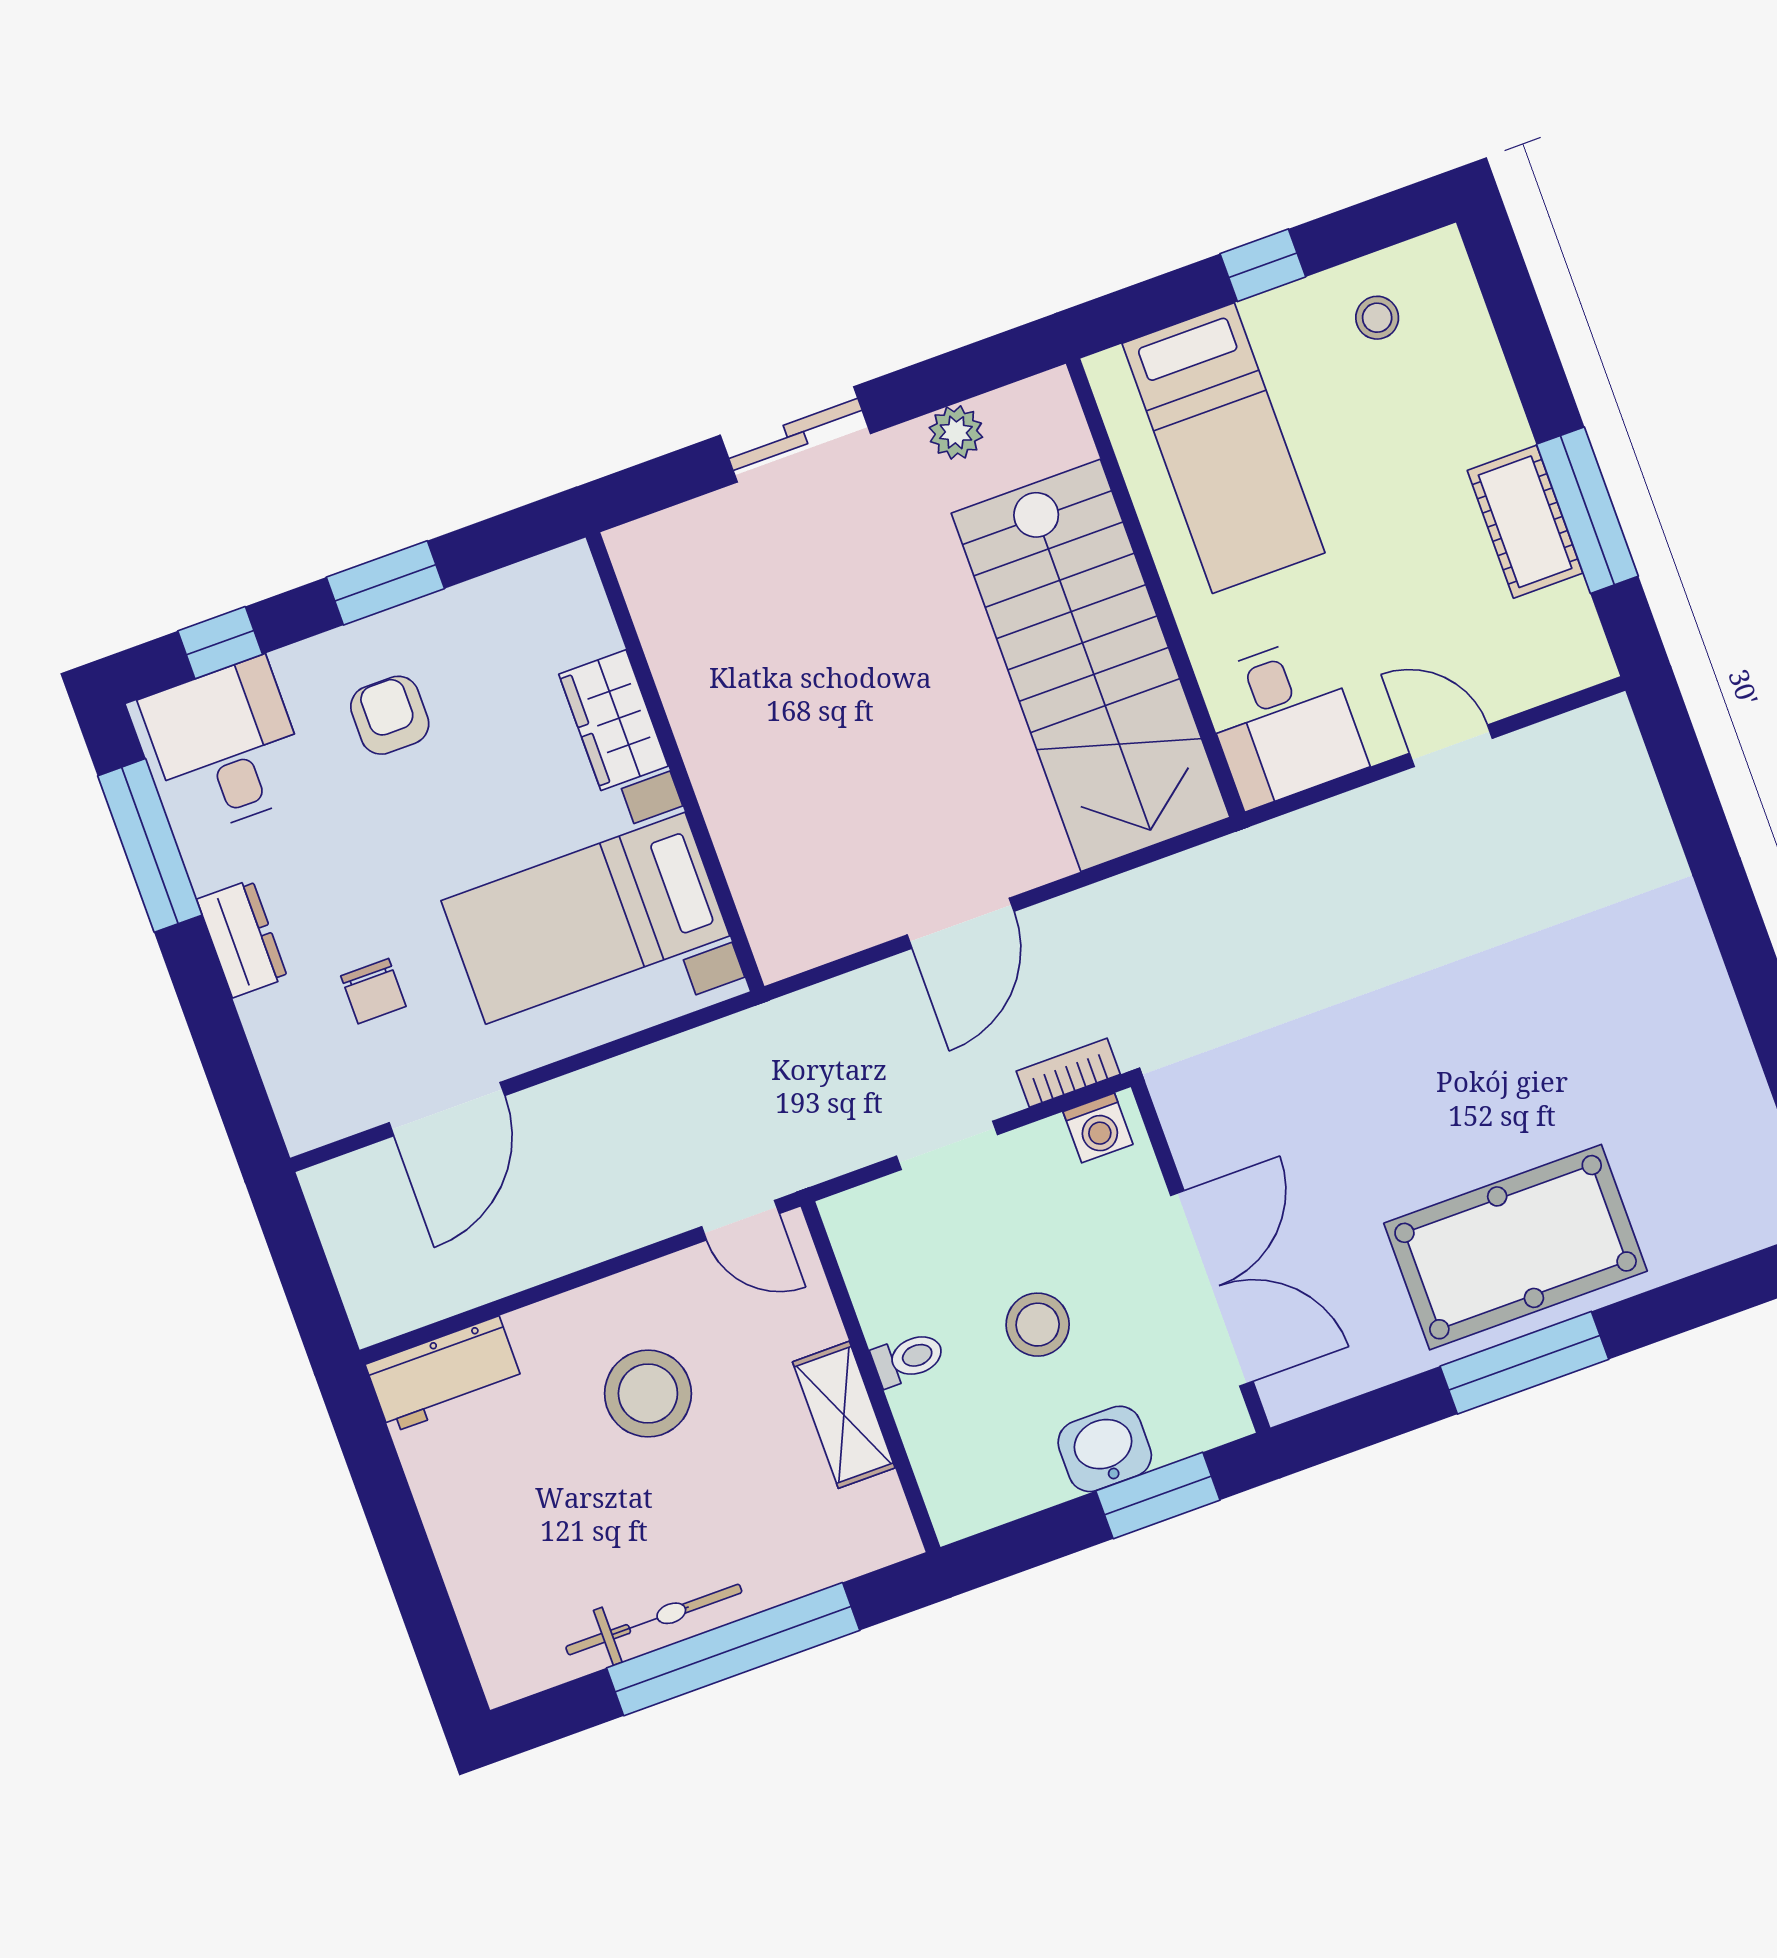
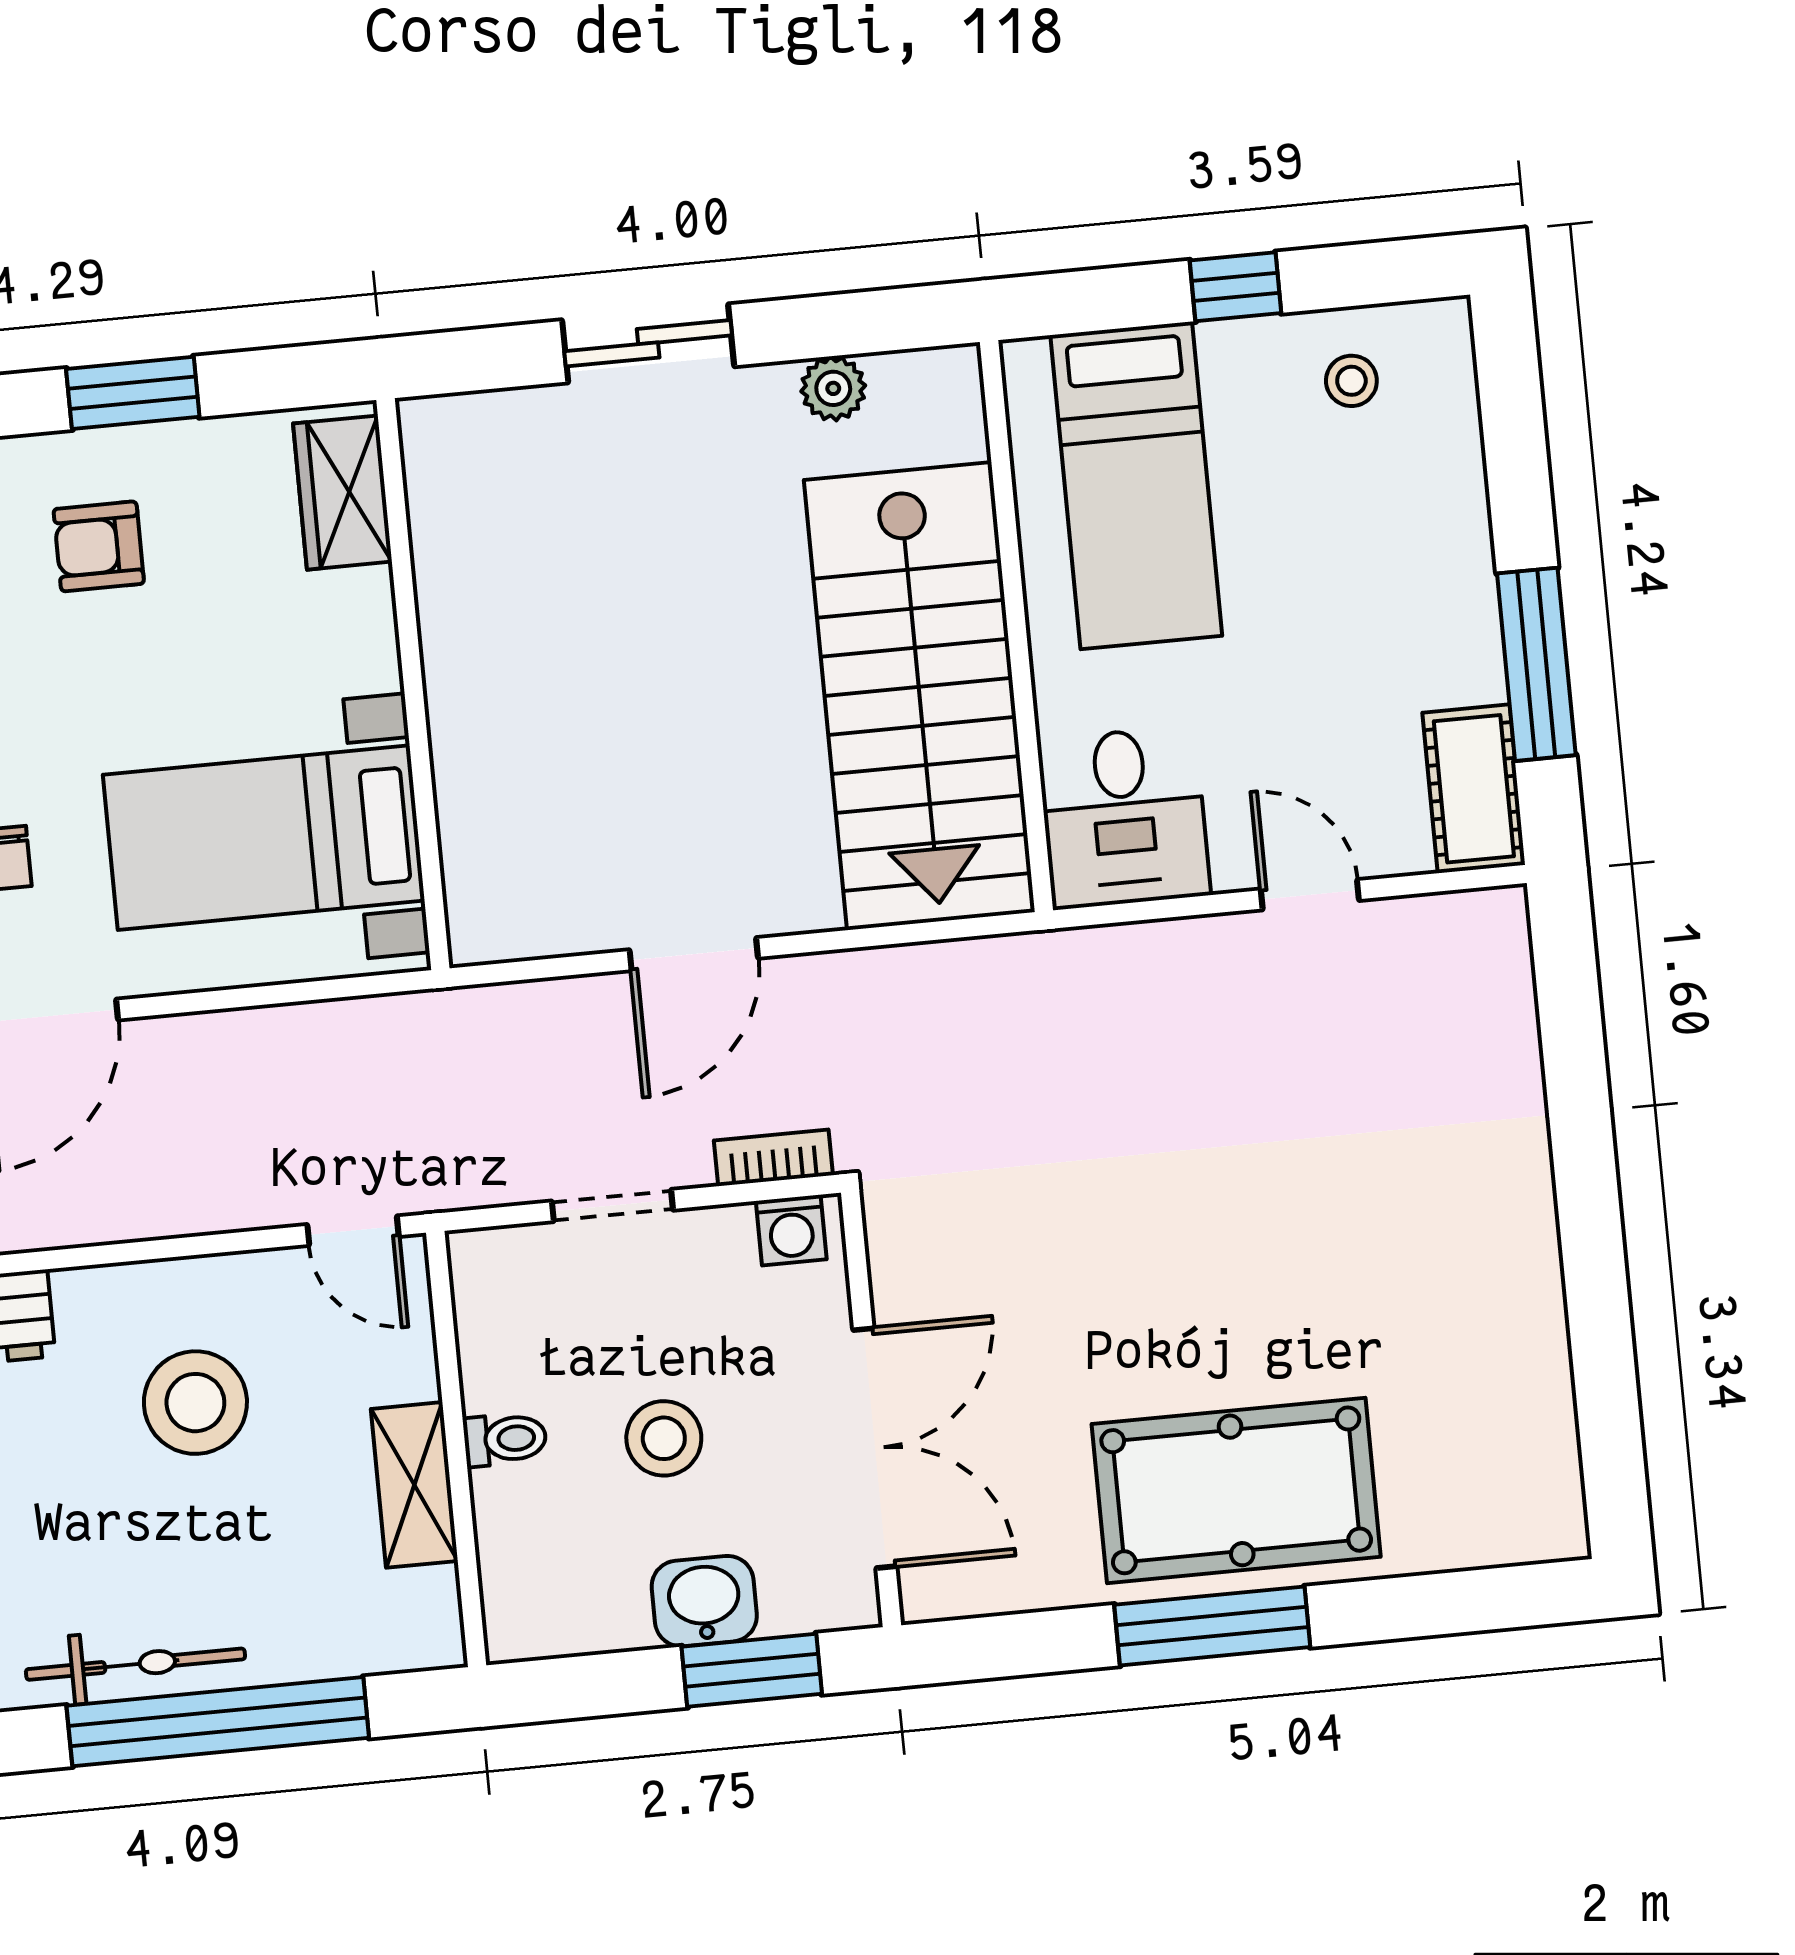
cot: (1525, 522) -> (1474, 789), moved
armchair: (390, 715) -> (99, 546), turned -90
wardrobe: (614, 720) -> (343, 493), moved

